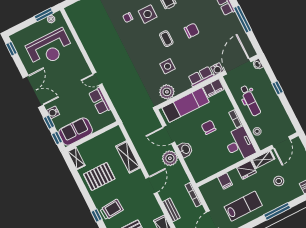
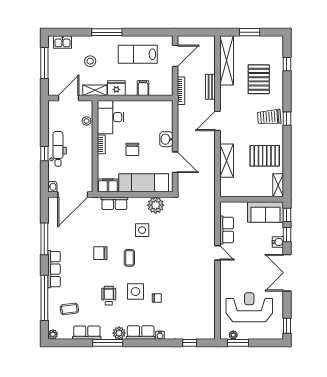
water cooler: (217, 69) -> (95, 202), removed
dental chair: (250, 101) -> (58, 149), moved
plant: (170, 158) -> (186, 138), removed

